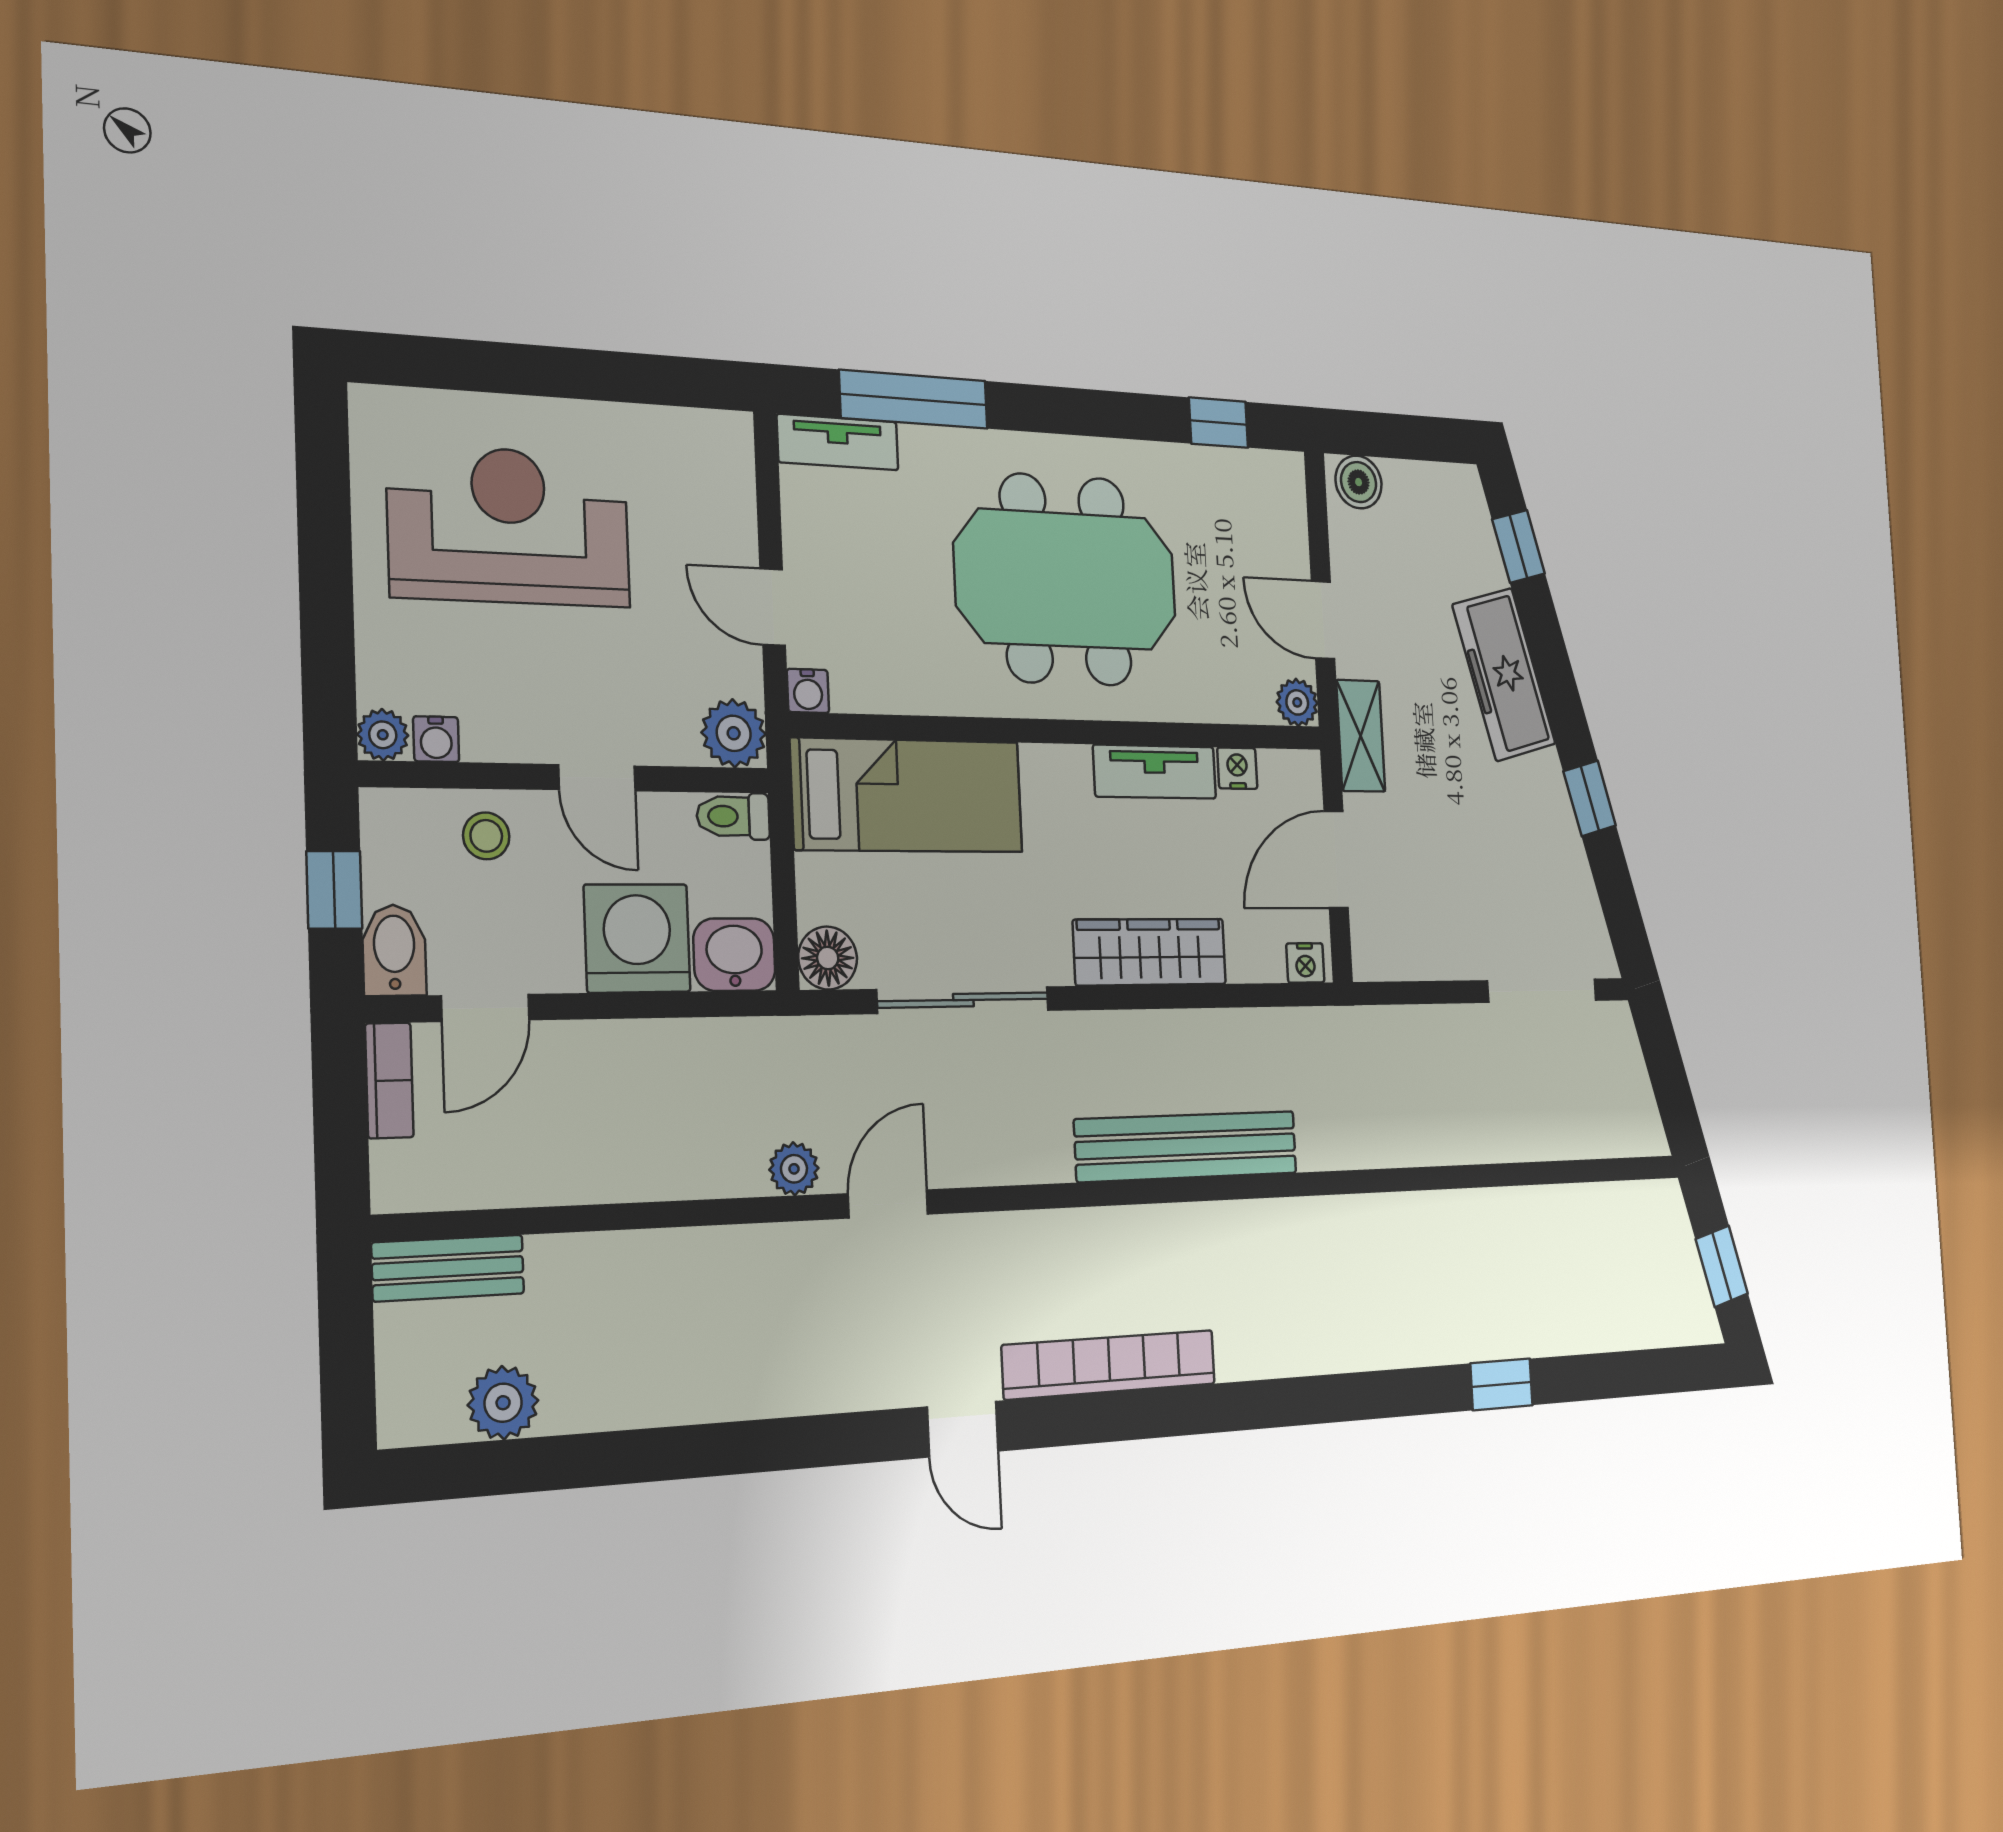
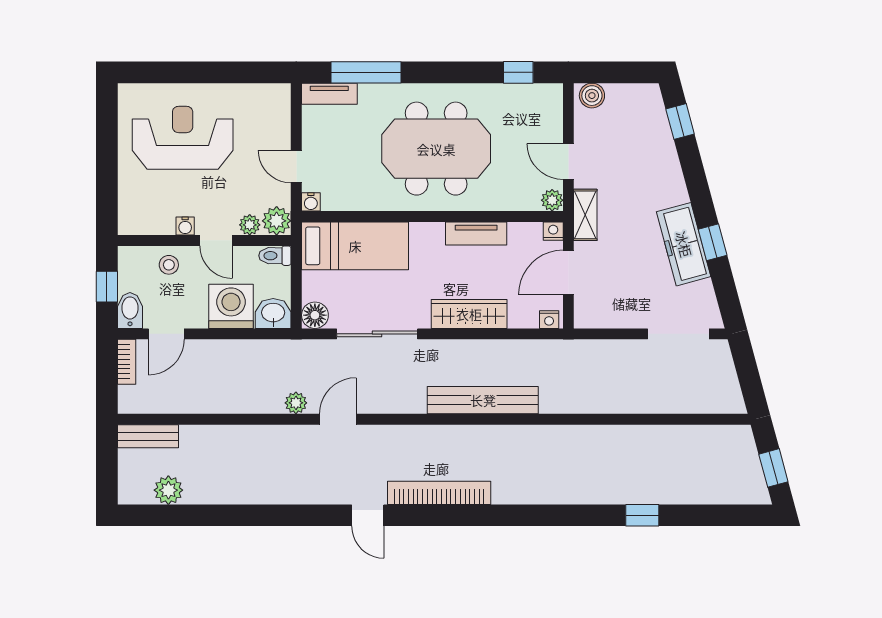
freezer: (1504, 674) -> (684, 244), moved
plant: (383, 735) -> (250, 225), moved
water cooler: (436, 739) -> (185, 226), moved
nightstand: (1237, 768) -> (553, 231), moved

